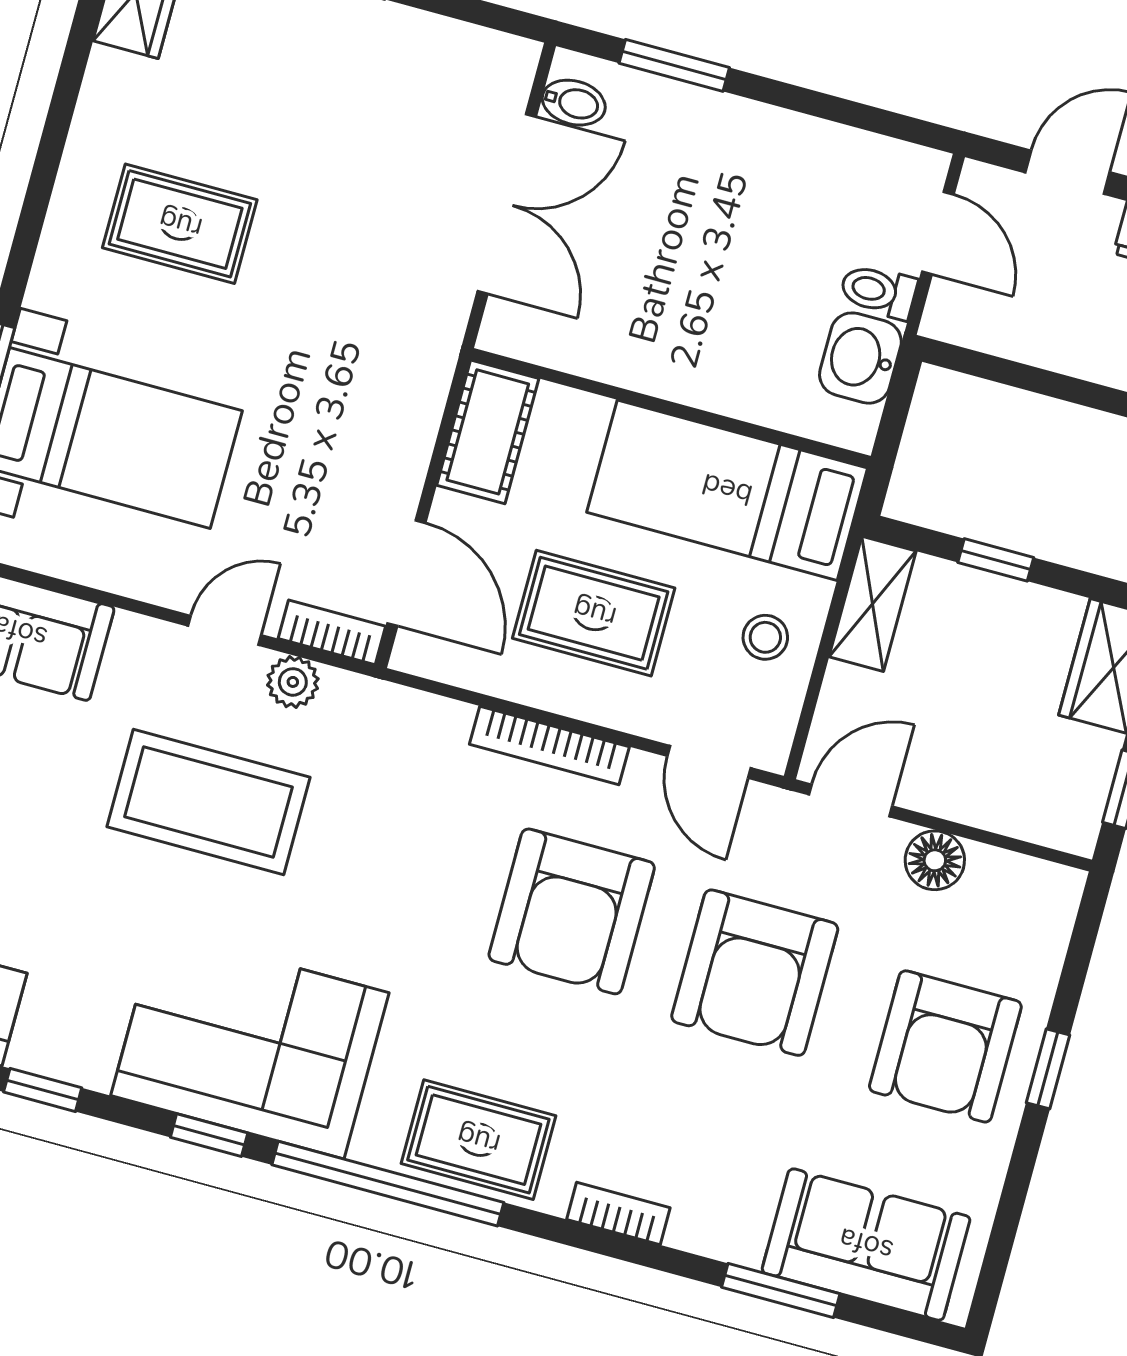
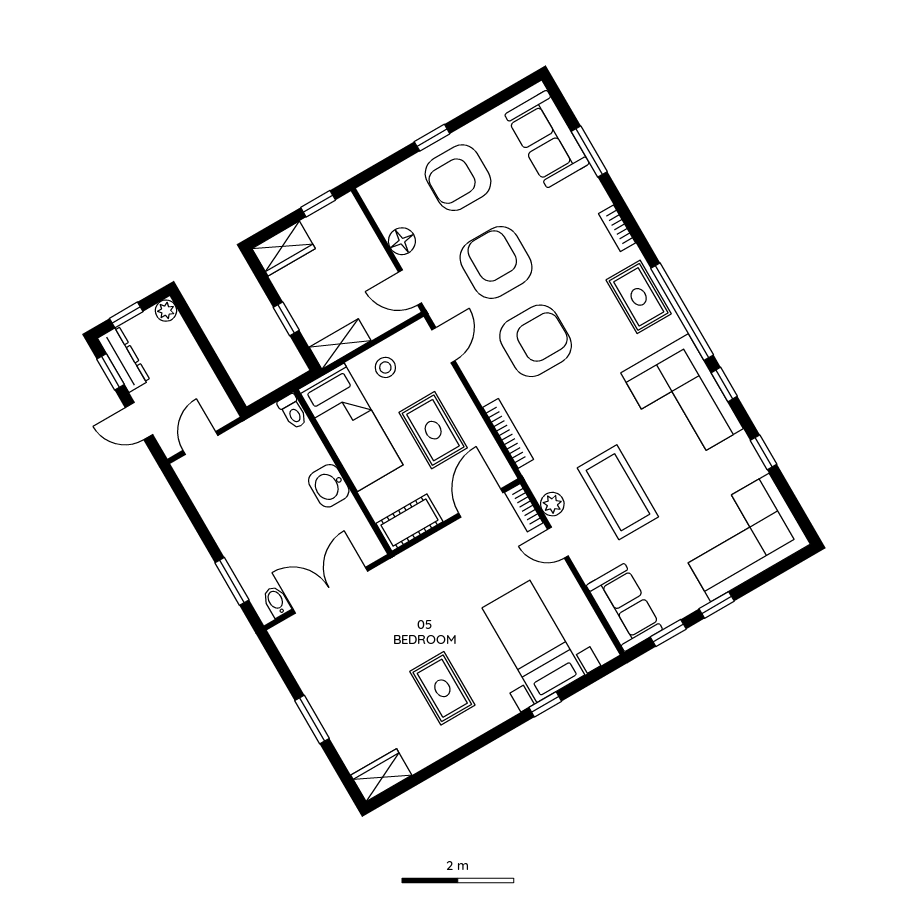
toilet: (878, 291) -> (293, 412), moved
washbasin: (860, 358) -> (329, 486), moved, turned 90
bookcase: (549, 745) -> (508, 433), moved
armchair: (755, 973) -> (496, 262), turned -90
armchair: (945, 1046) -> (458, 178), turned 180

